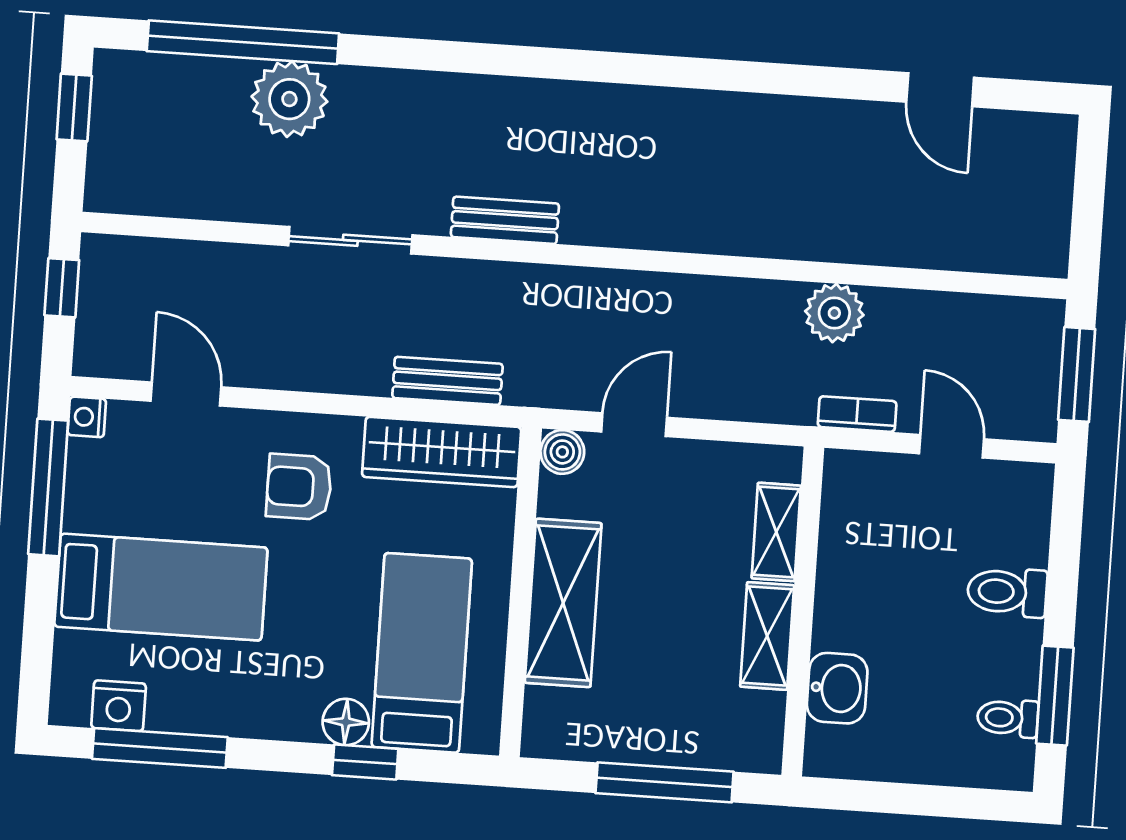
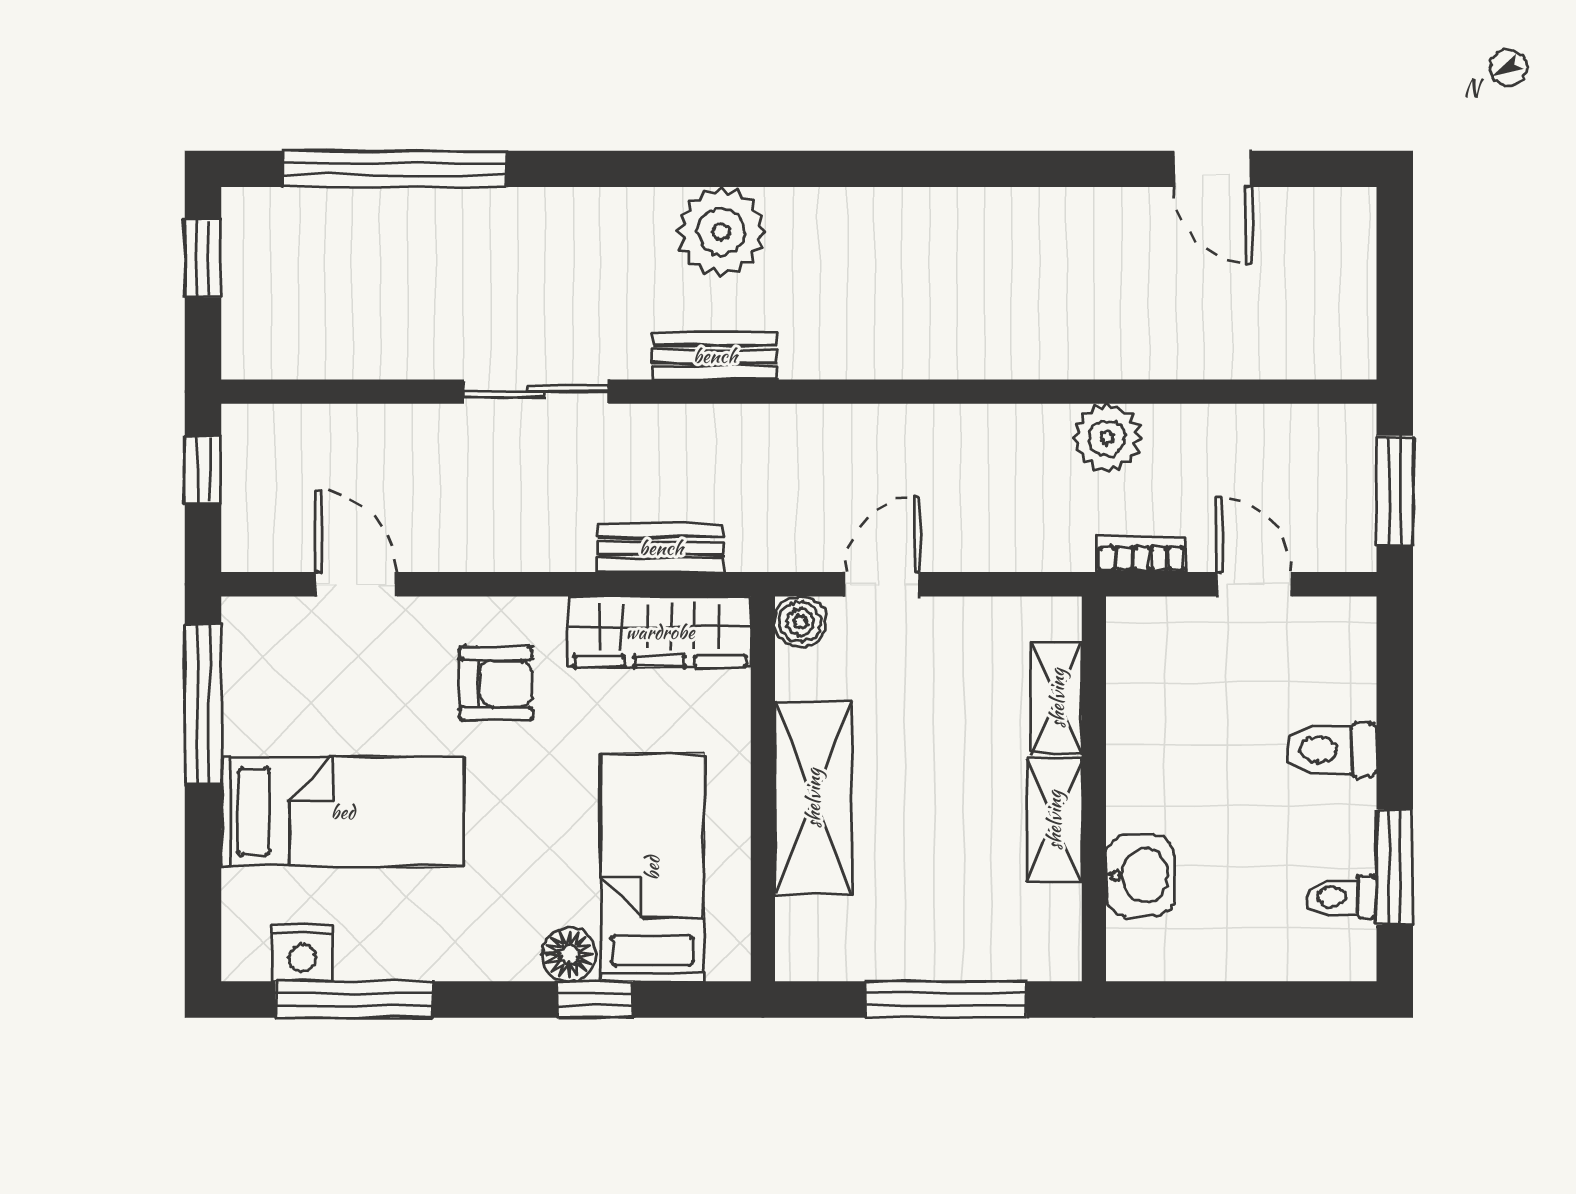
plant: (289, 99) -> (721, 232), moved
nightstand: (87, 417) -> (242, 619), removed
armchair: (299, 487) -> (496, 684), turned 180

